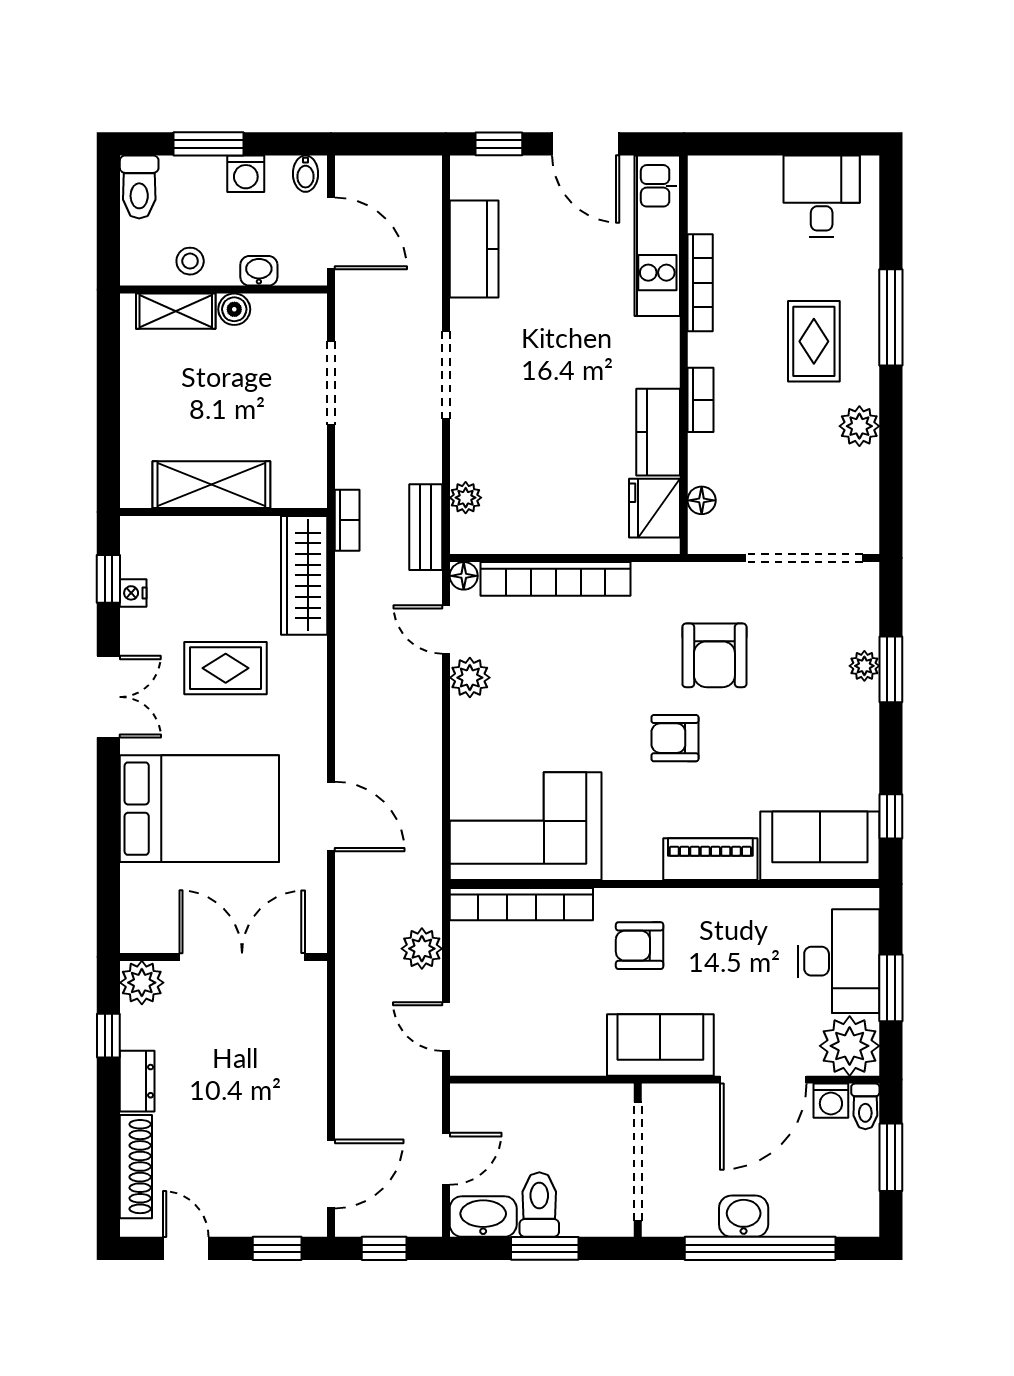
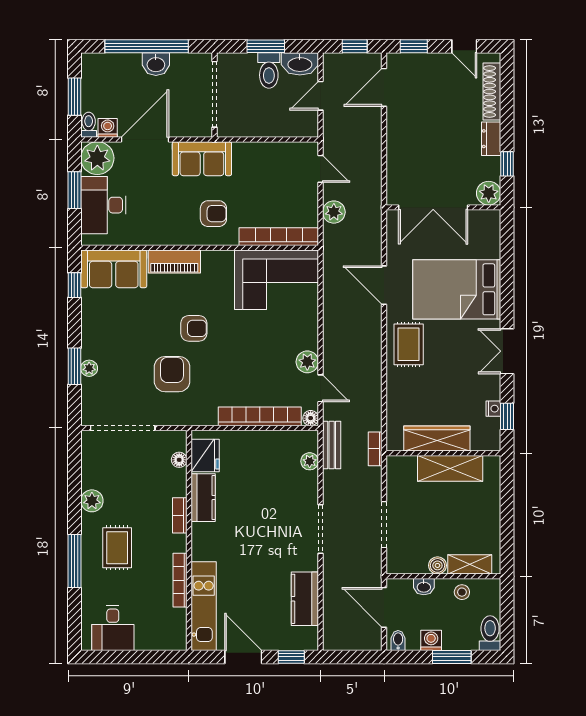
wardrobe: (304, 575) -> (437, 438), moved, turned -90
rug: (226, 668) -> (409, 344), moved, turned 90

